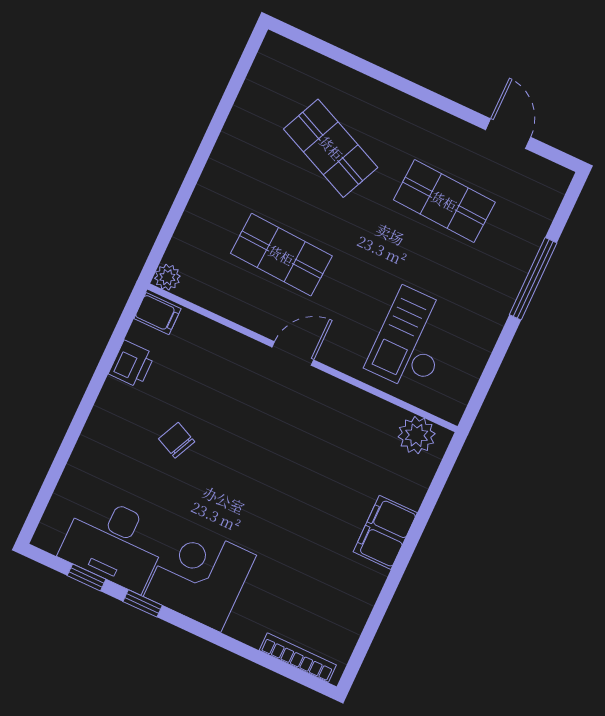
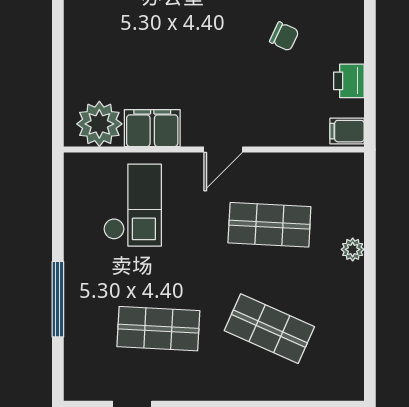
plant: (167, 277) -> (353, 249), moved
plant: (417, 435) -> (99, 124), width x1.36, depth x1.36
filing cabinet: (385, 532) -> (152, 128), moved, turned -90

